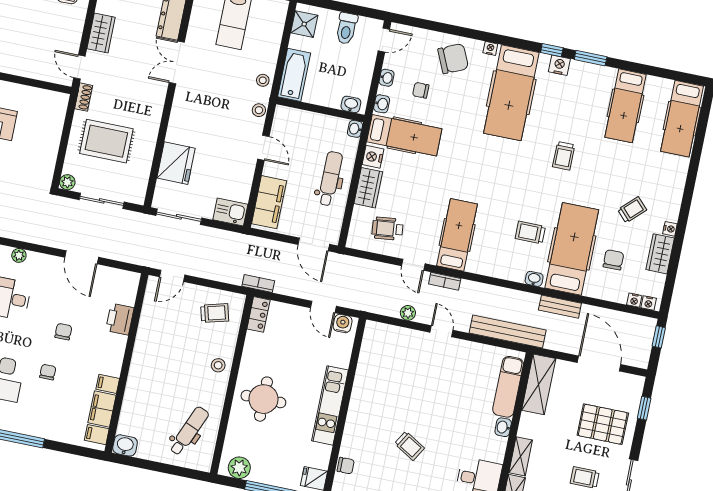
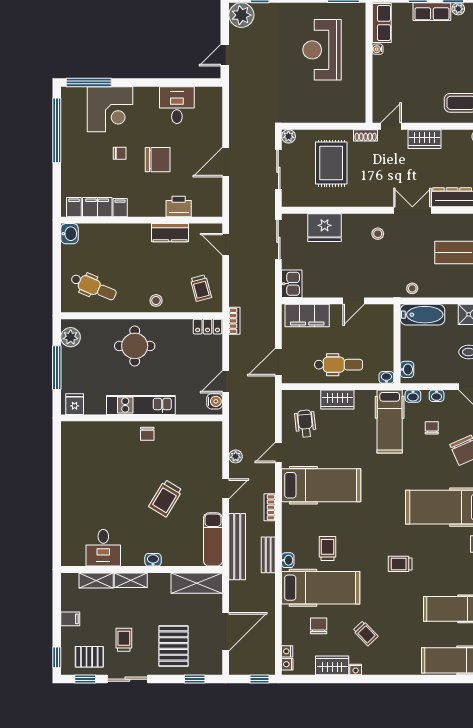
stool: (259, 110) -> (378, 234), moved
nightstand: (373, 157) -> (365, 398), removed
hospital bed: (457, 235) -> (321, 485), width x1.37, depth x1.29
plant: (19, 255) -> (216, 107), removed
chair: (613, 260) -> (319, 626), turned -90
bookcase: (445, 281) -> (270, 507), moved
bench: (560, 307) -> (268, 555), moved
chair: (63, 332) -> (158, 160), width x1.87, depth x1.87
kitchen counter: (147, 335) -> (170, 233), added
exam couch: (508, 387) -> (213, 539), moved, turned -90
trolley: (409, 446) -> (166, 498), moved, width x1.36, depth x1.39
chair: (346, 466) -> (147, 434), moved

